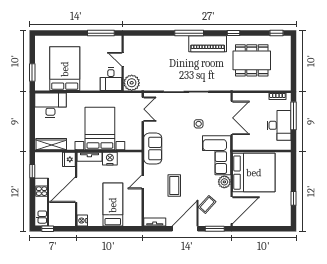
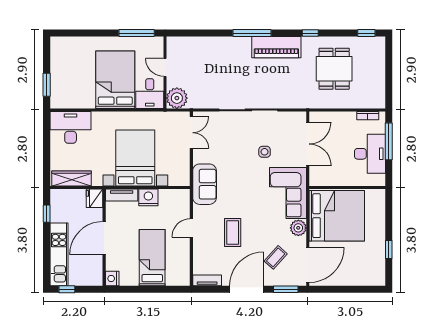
dining table: (252, 60) -> (334, 69), width x0.73
bed: (65, 69) -> (115, 80), moved

